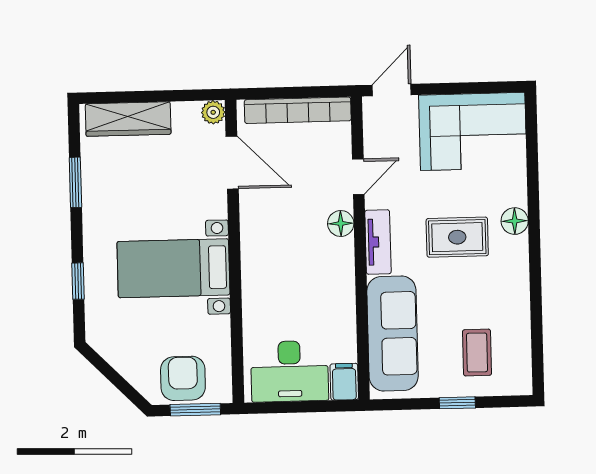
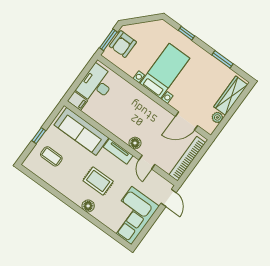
plant: (213, 112) -> (217, 117), moved
rug: (457, 237) -> (98, 181), turned 90
armchair: (183, 378) -> (123, 44), turned 90

